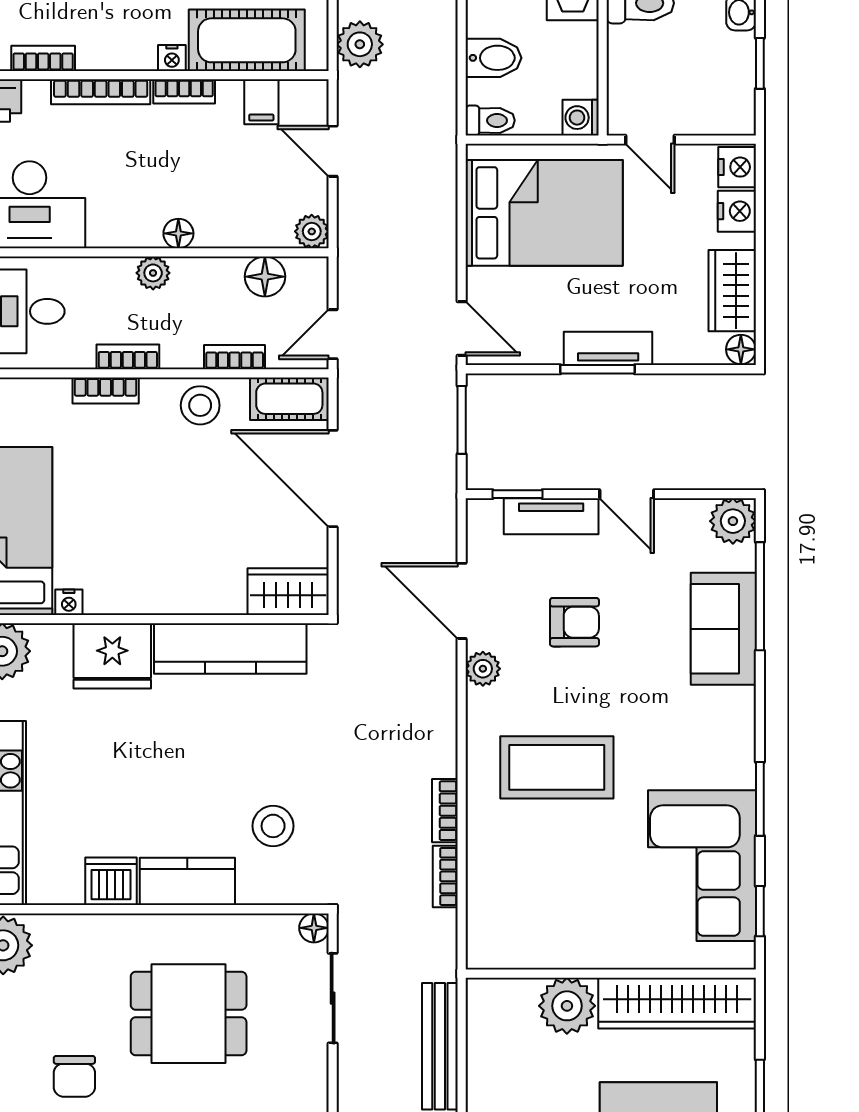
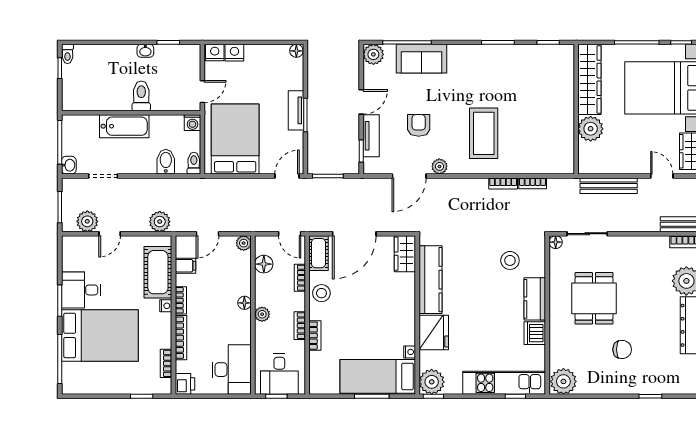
wardrobe: (732, 291) -> (270, 55), removed
corner sofa: (702, 866) -> (528, 68), removed

